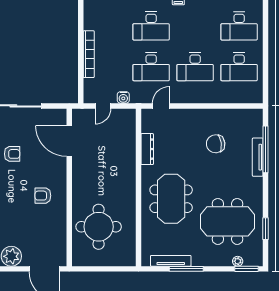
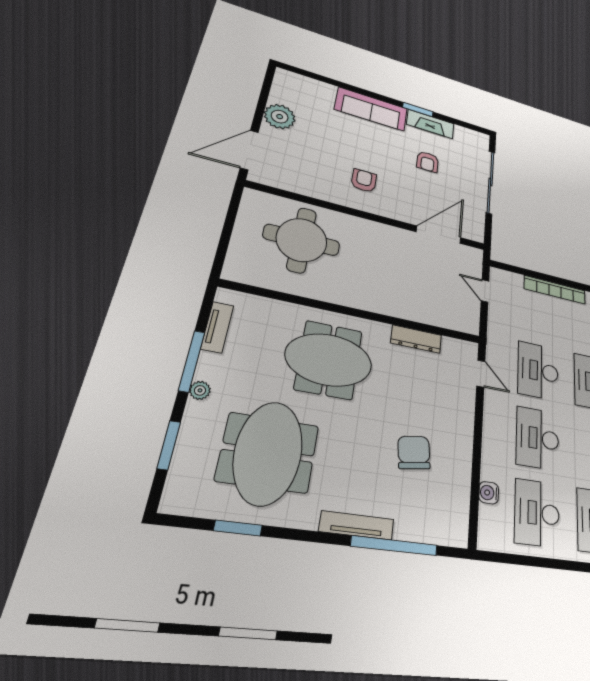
water cooler: (123, 97) -> (489, 493), moved
tv unit: (258, 157) -> (357, 525), moved
tv unit: (171, 261) -> (217, 327), width x0.71
plant: (238, 261) -> (200, 390), moved
window: (246, 269) -> (169, 445), moved

